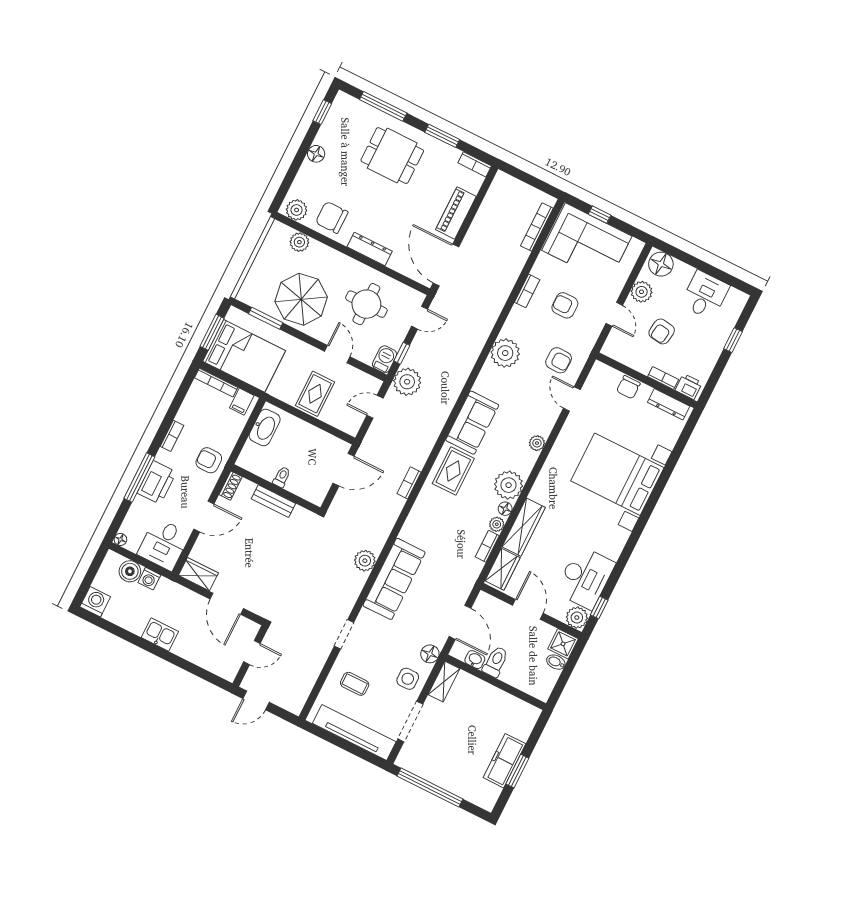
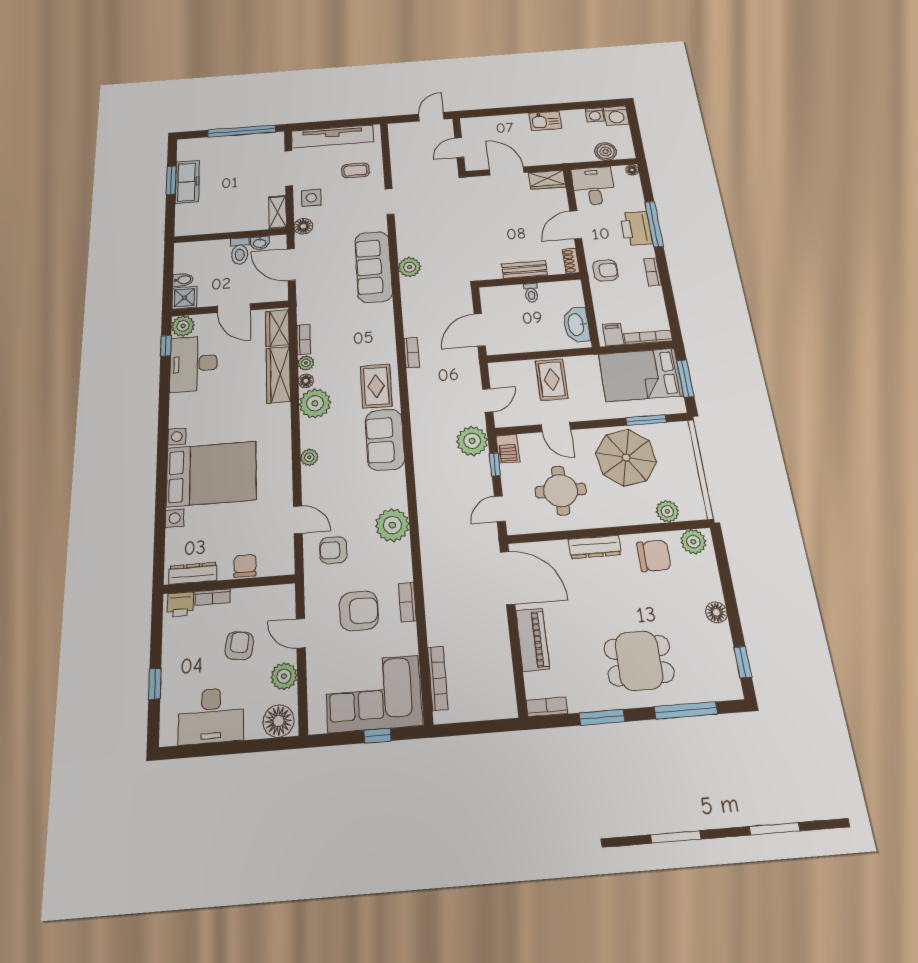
desk: (705, 295) -> (211, 716), width x1.37
armchair: (565, 305) -> (359, 611), width x1.38, depth x1.38
washing machine: (149, 579) -> (595, 115), moved, turned 180

